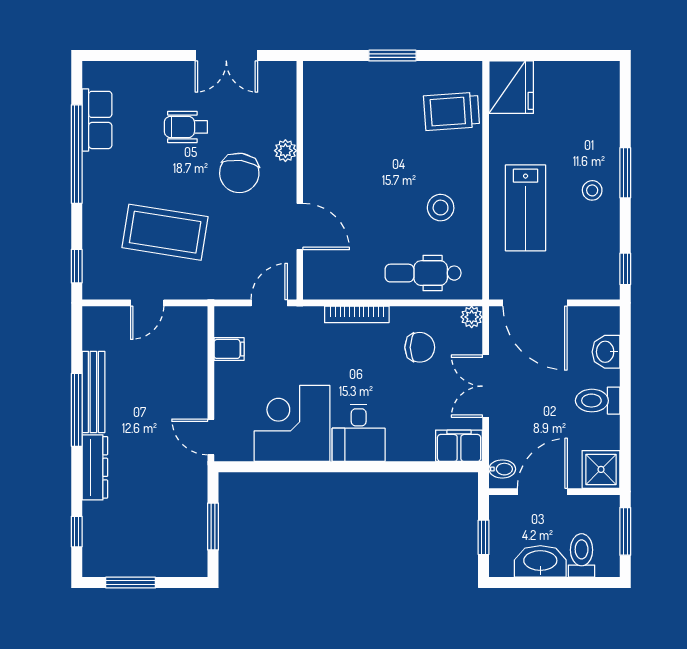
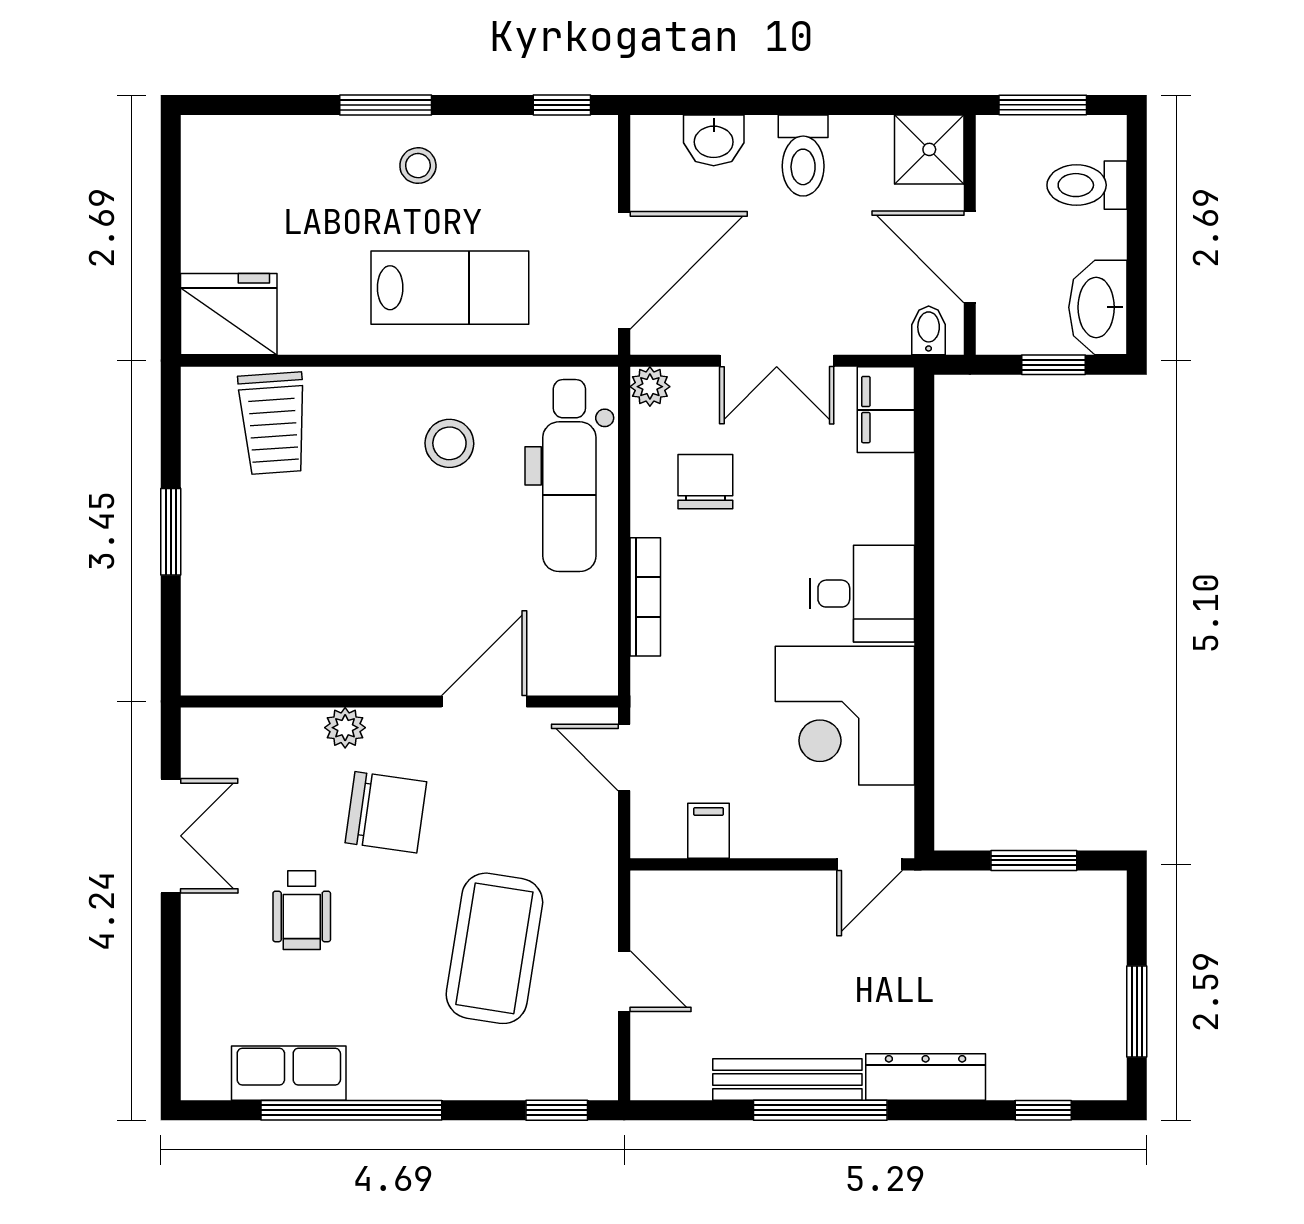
dental chair: (423, 273) -> (569, 476), width x1.36, depth x1.38
washbasin: (540, 561) -> (1098, 307), moved

